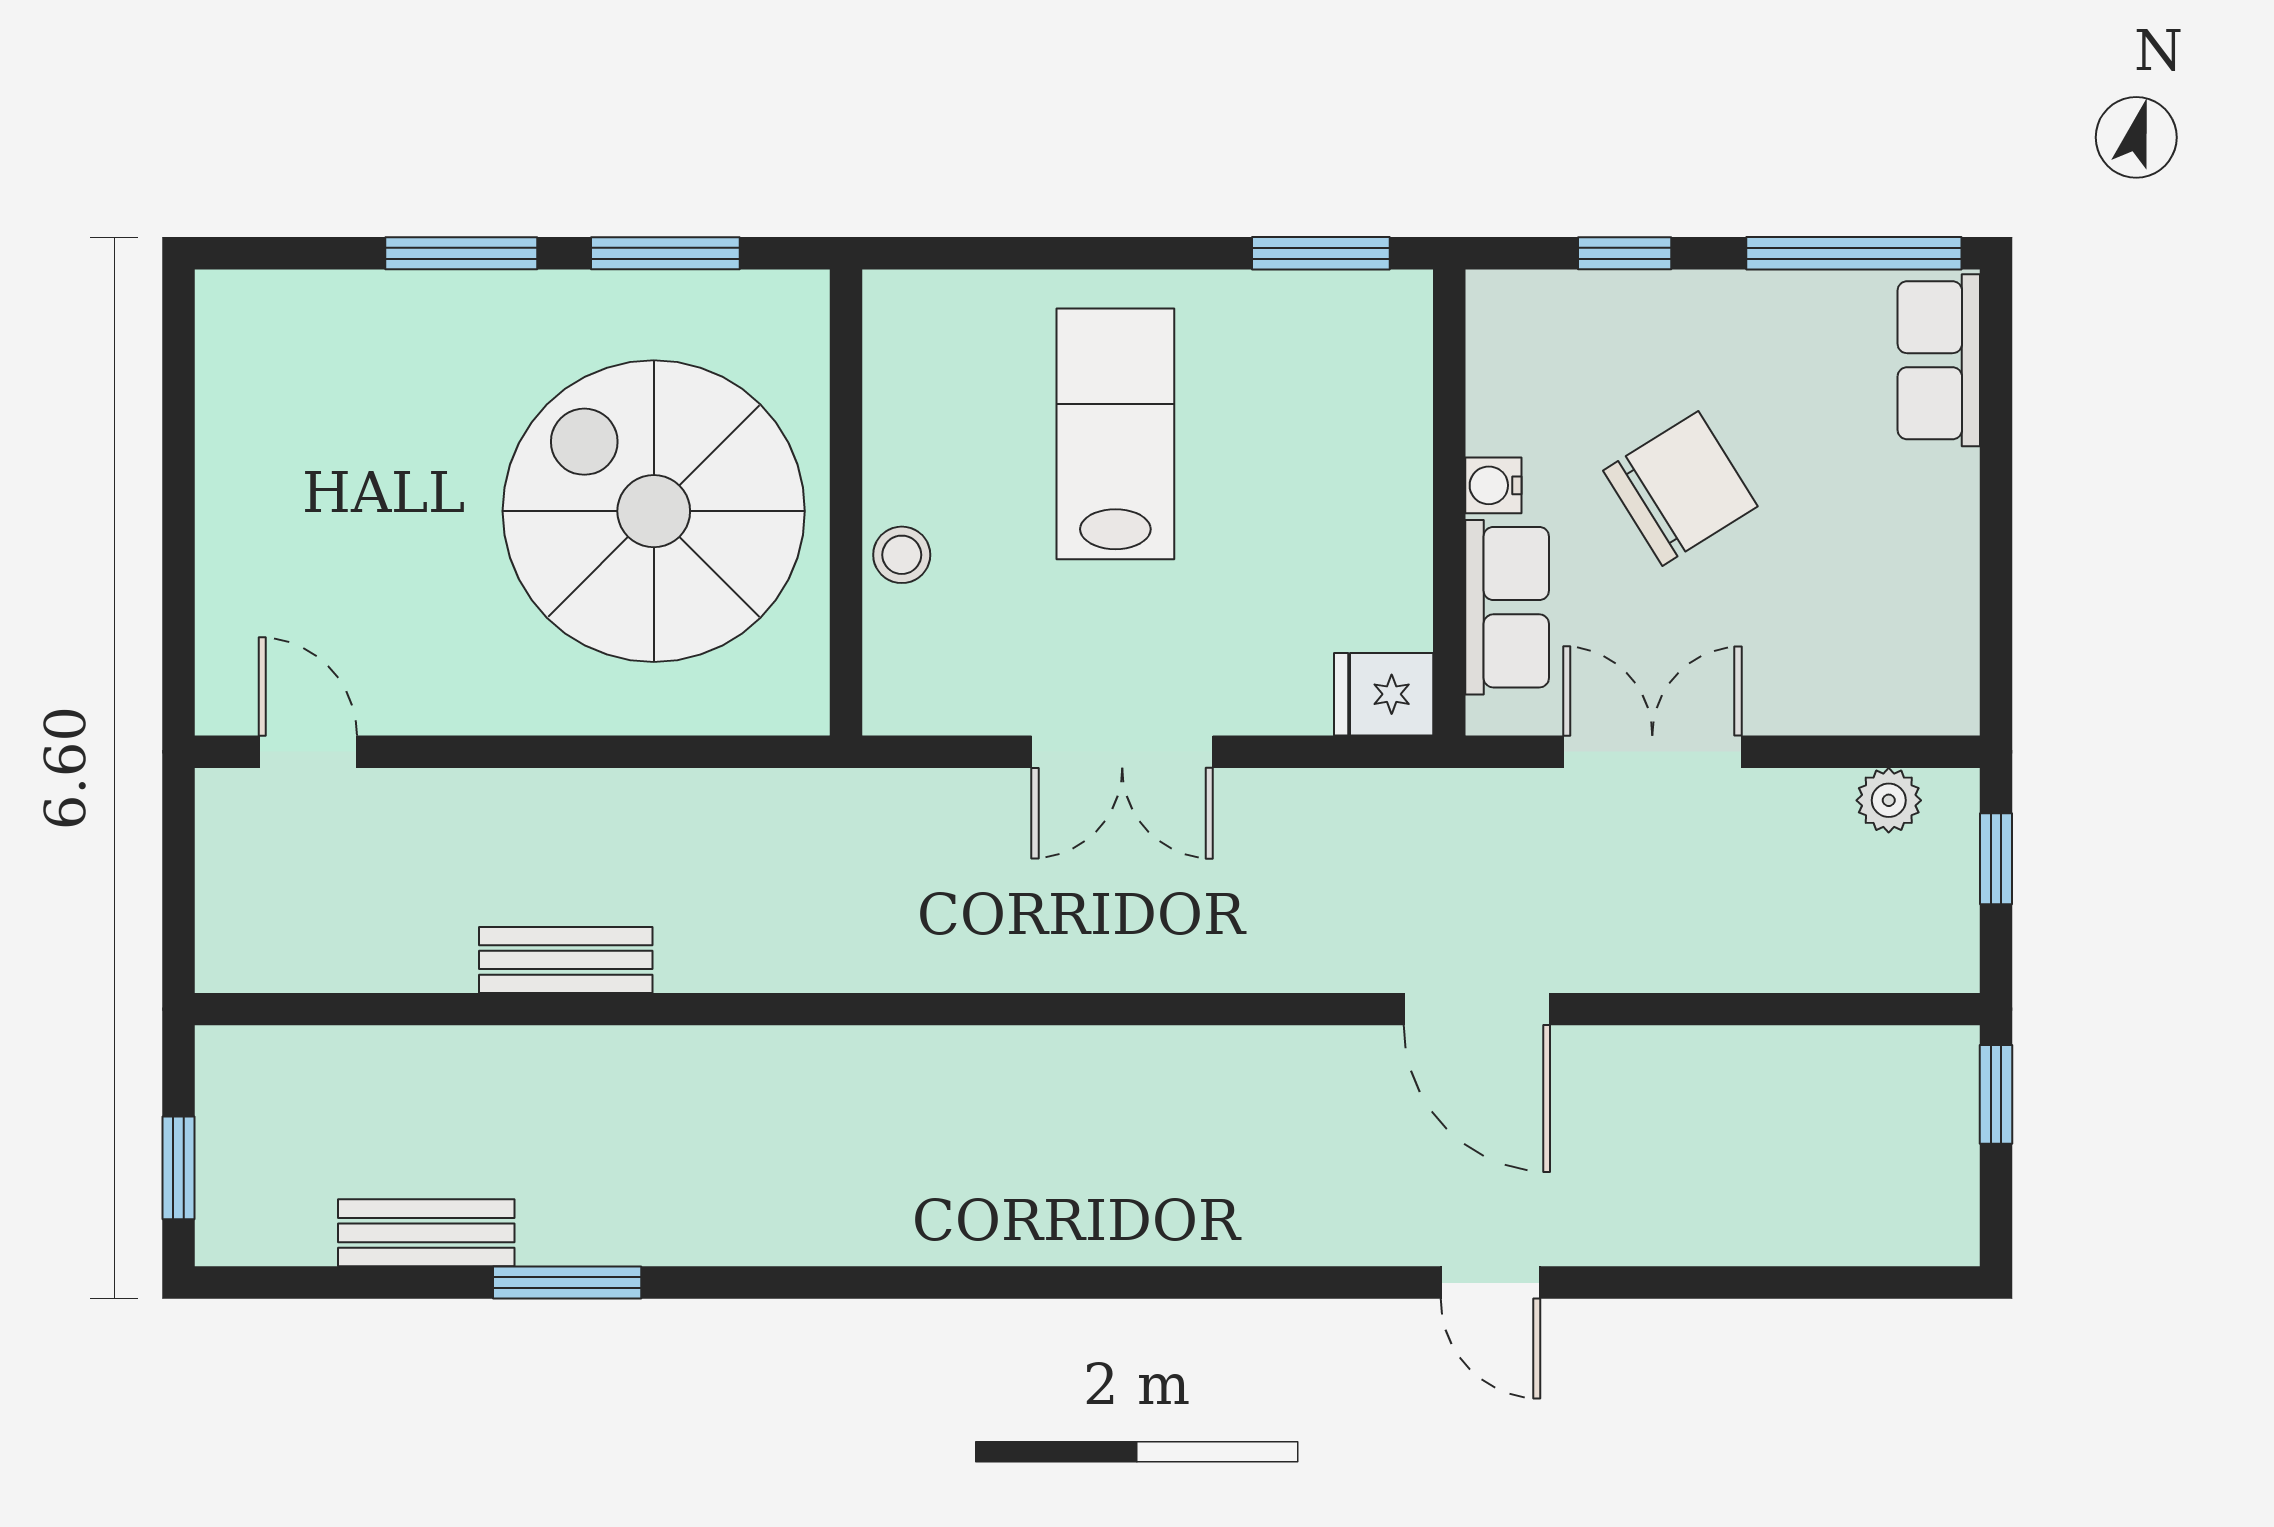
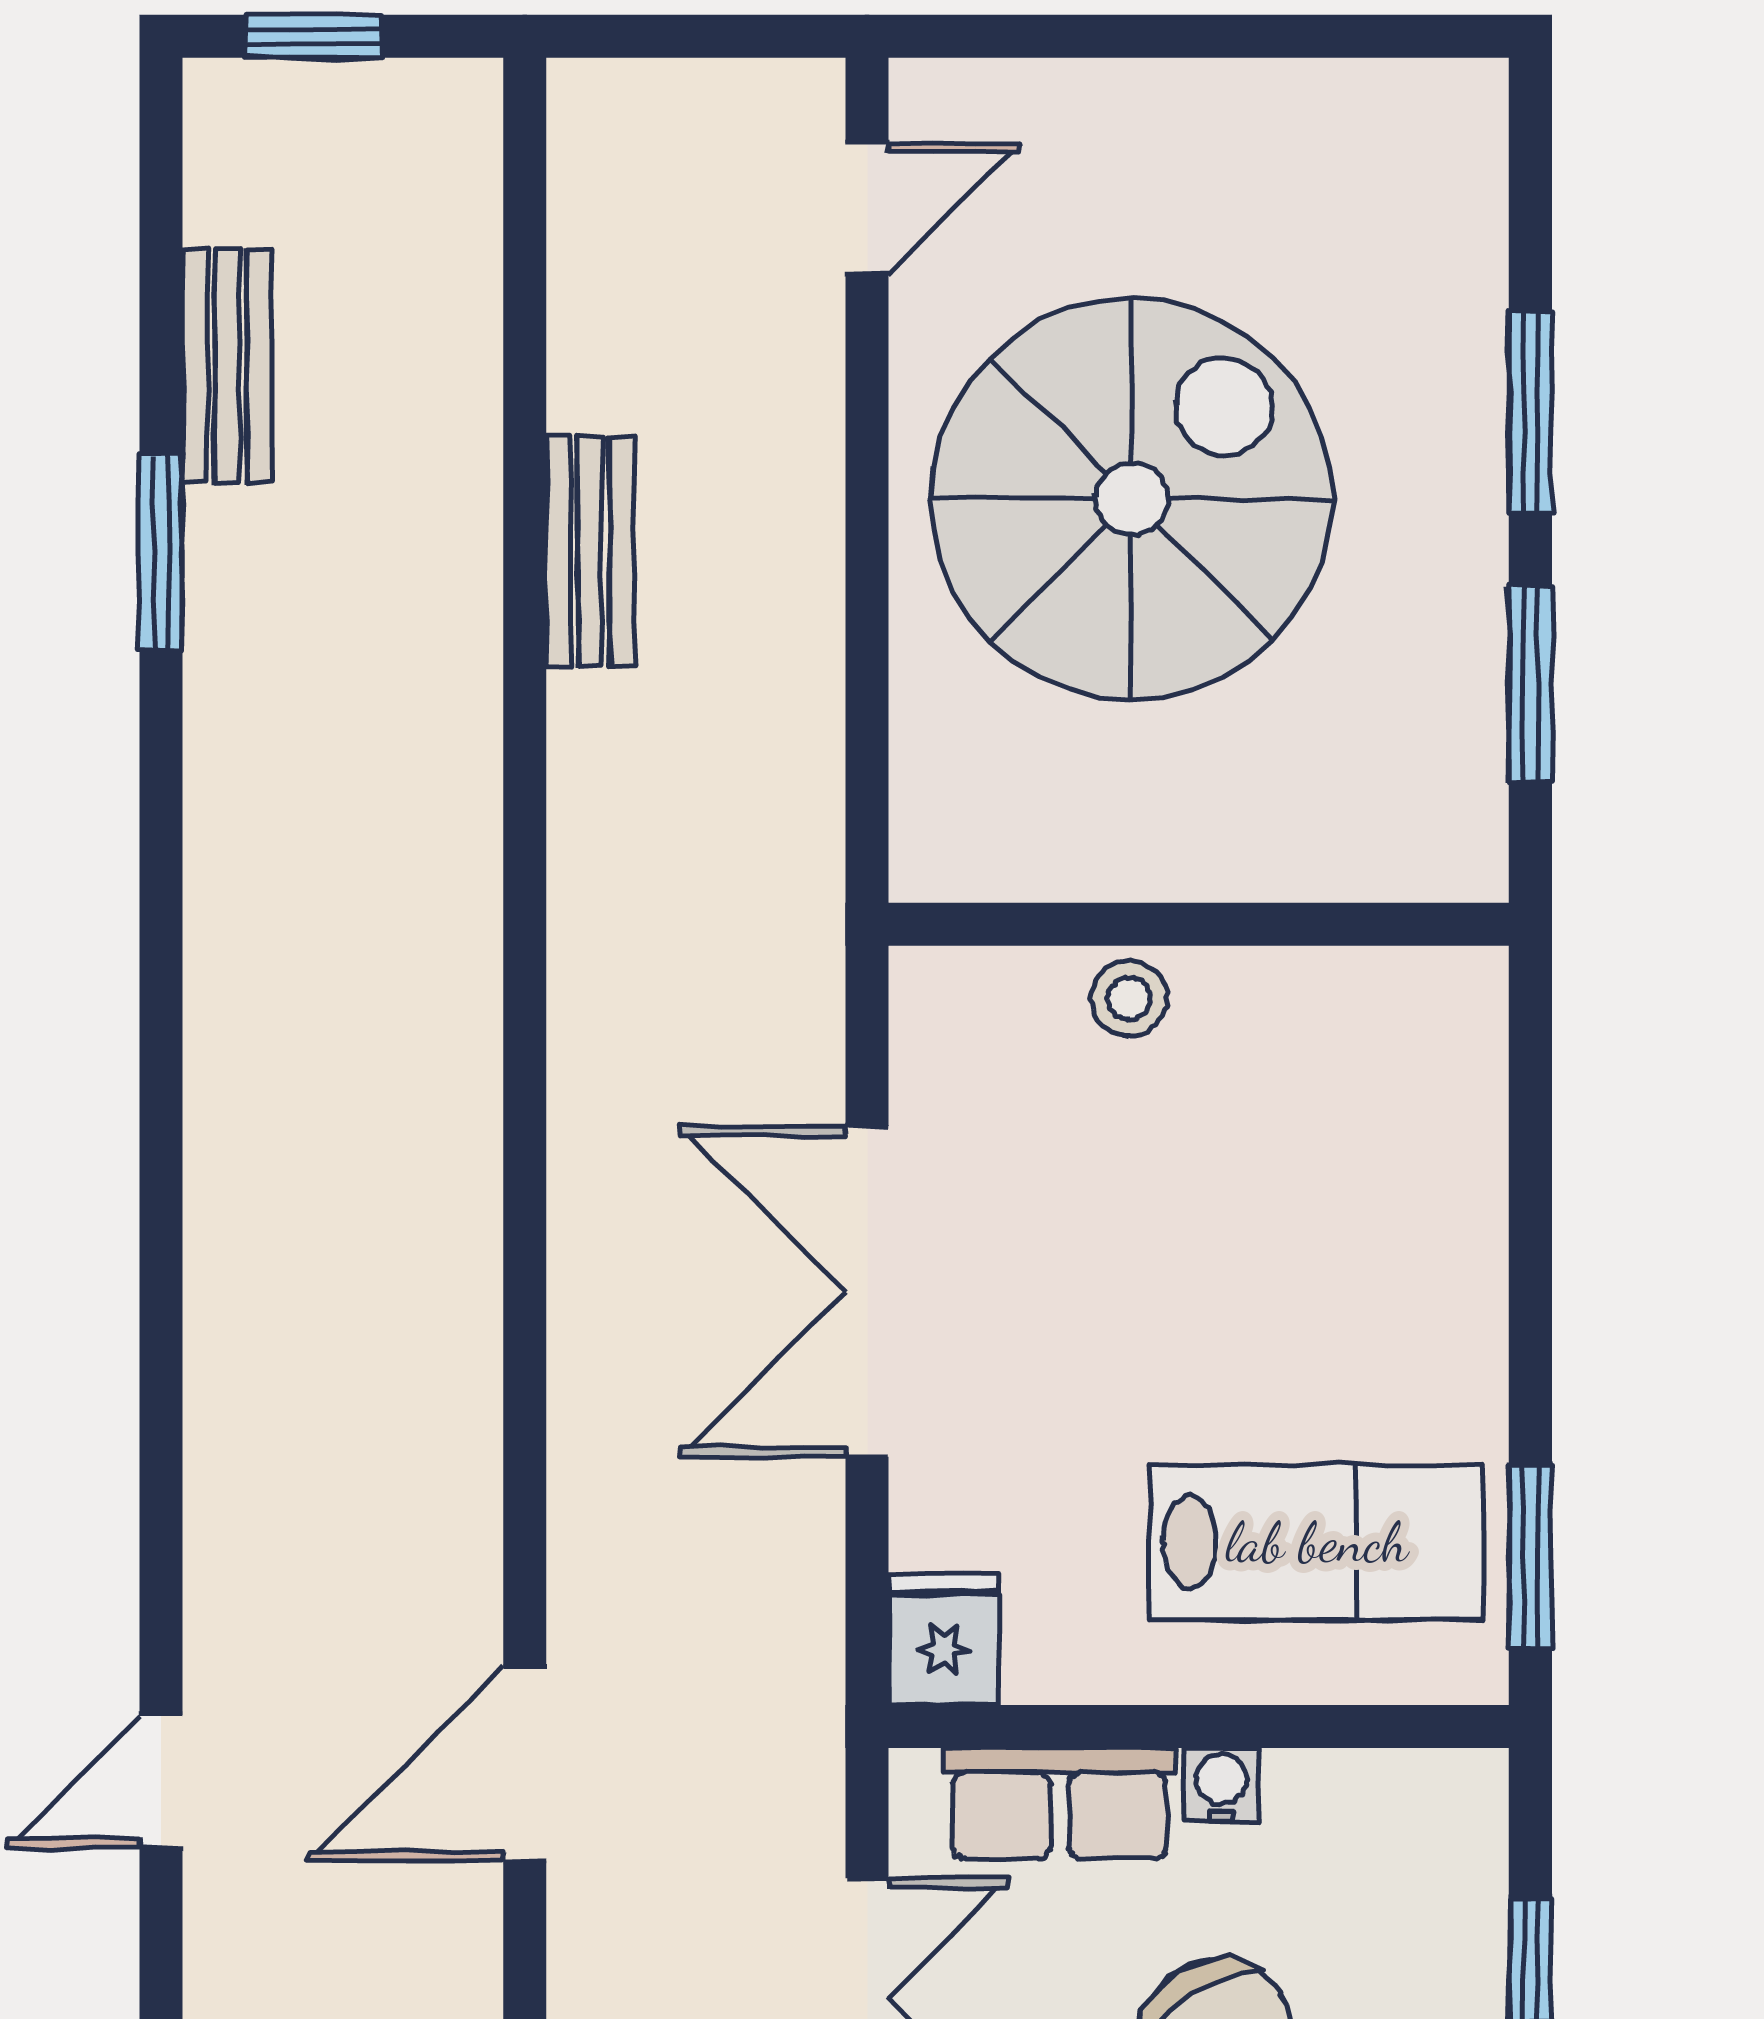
lab bench: (1115, 434) -> (1317, 1542), moved
spiral stairs: (654, 511) -> (1132, 499), moved
double door: (1122, 752) -> (867, 1291), width x1.37

